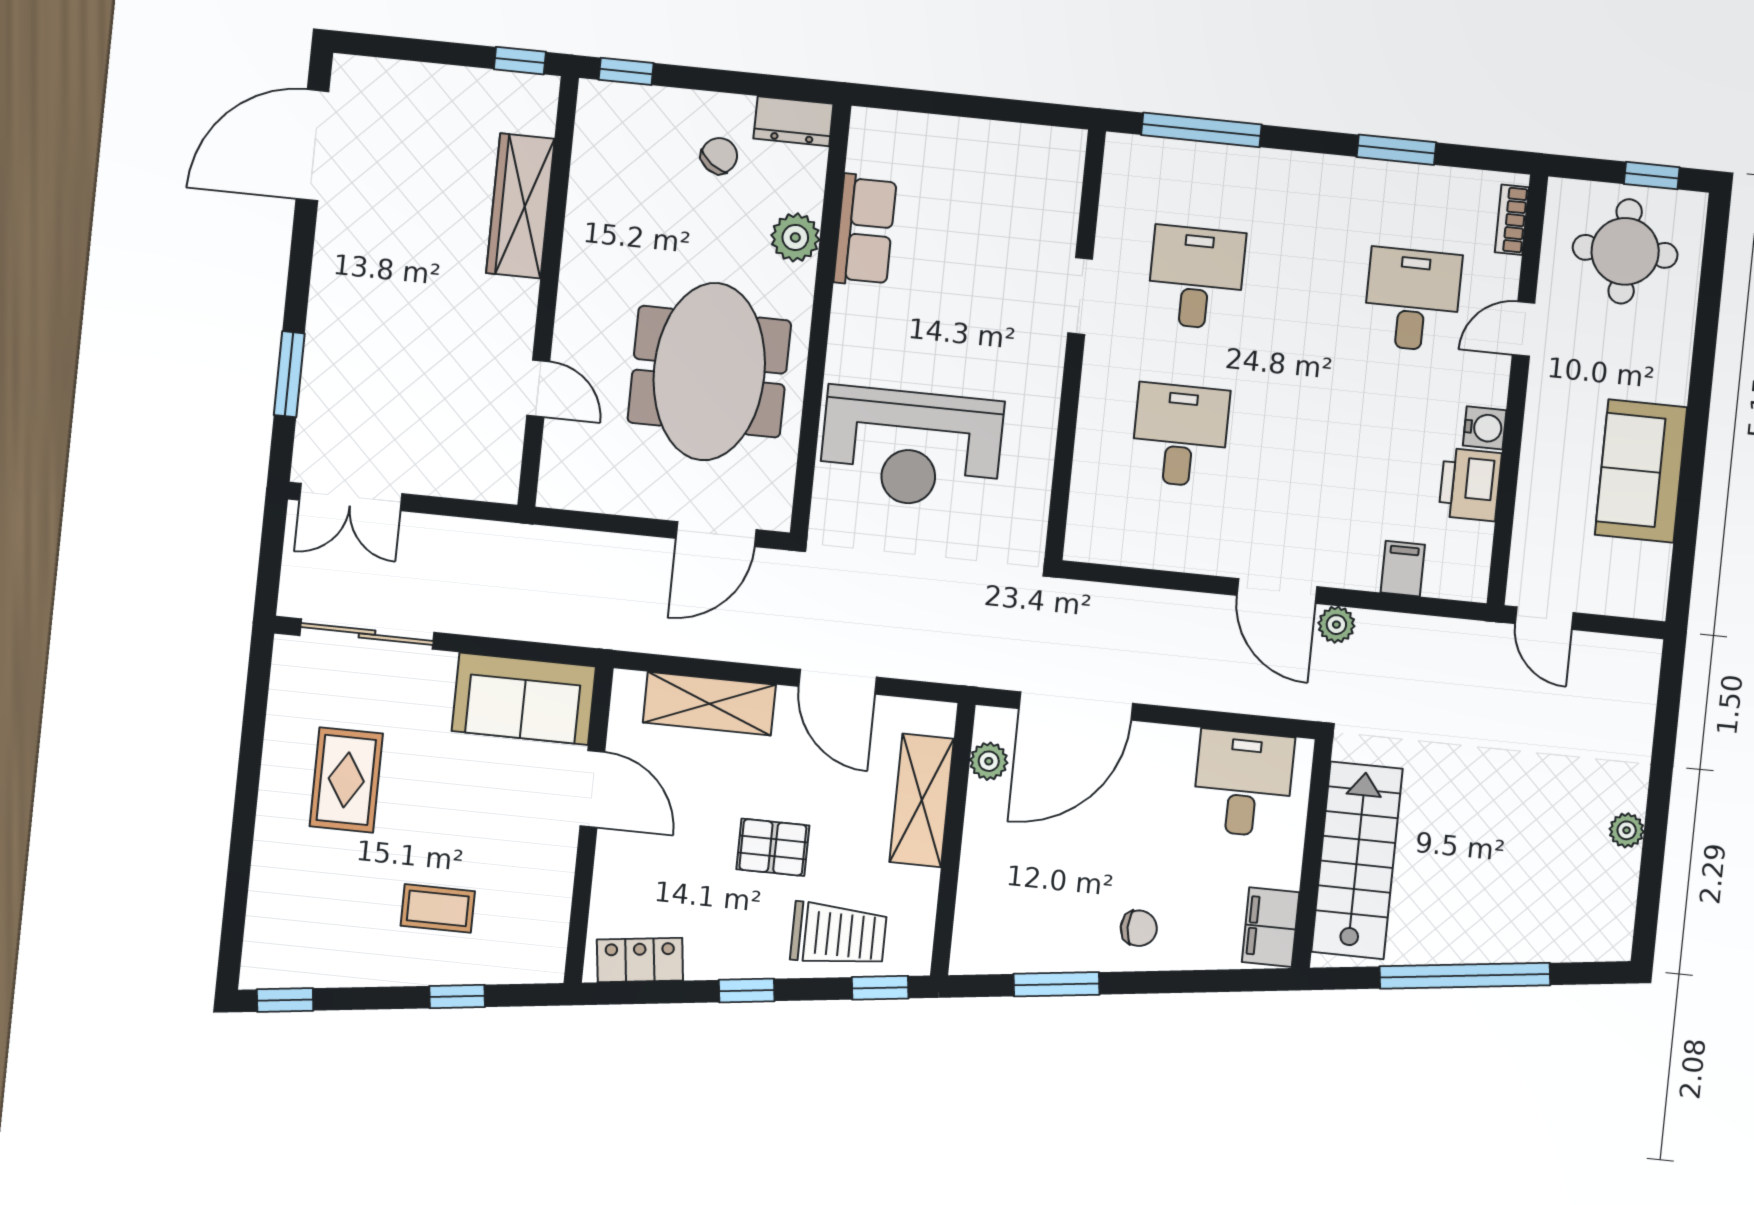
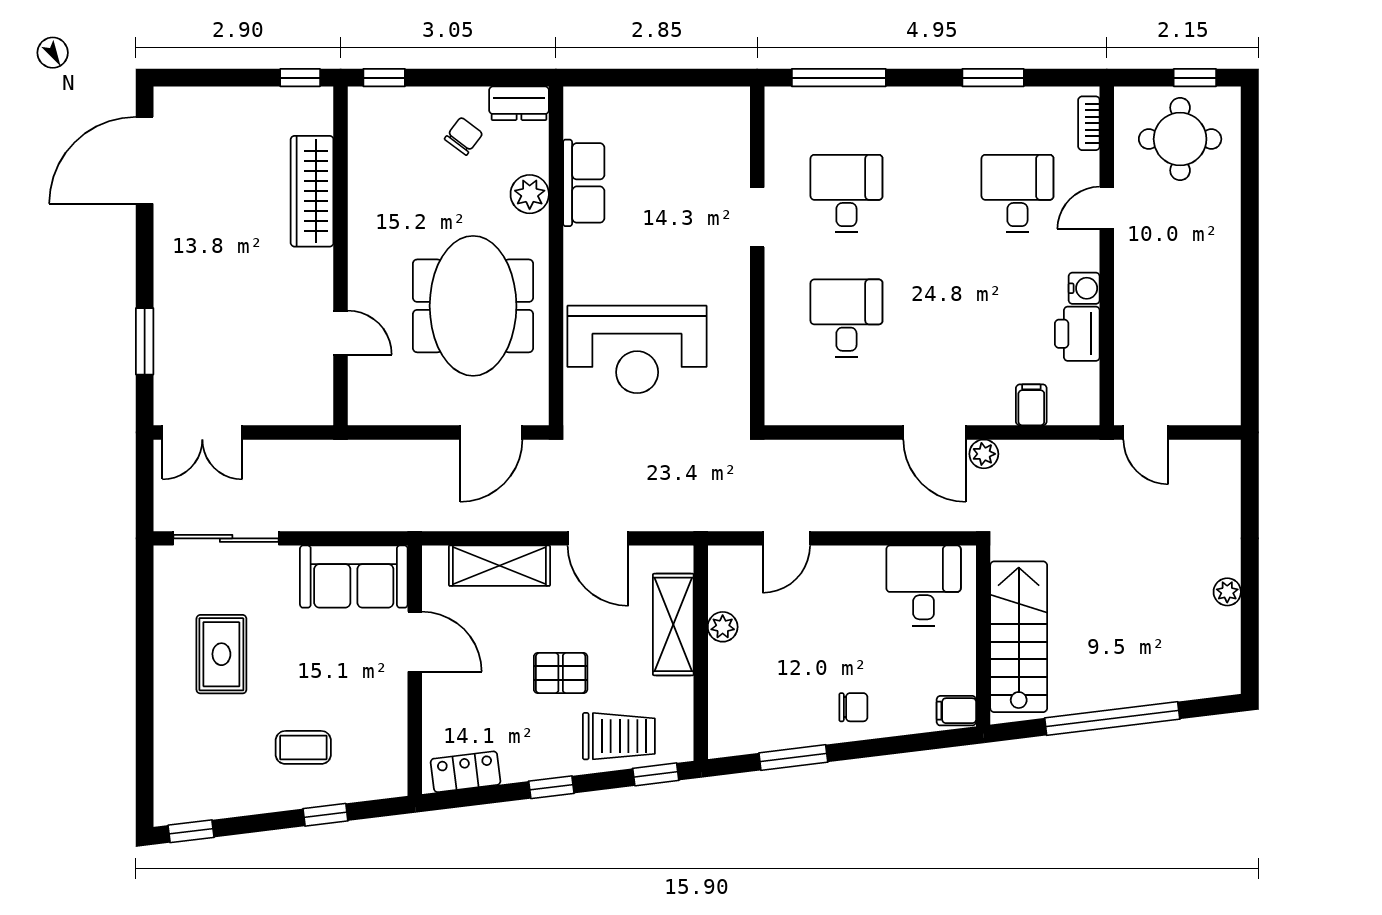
sofa: (1641, 471) -> (1210, 310), removed
door: (1076, 706) -> (786, 538), width x0.53
plant: (989, 761) -> (723, 627), moved
filing cabinet: (1271, 927) -> (956, 711), width x0.50

